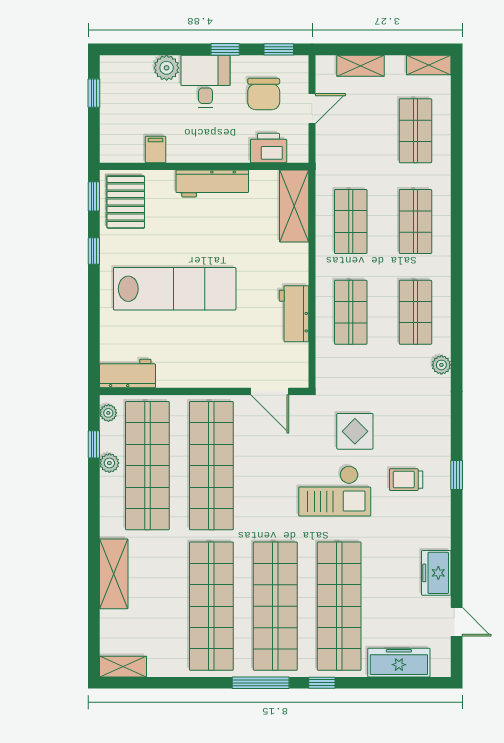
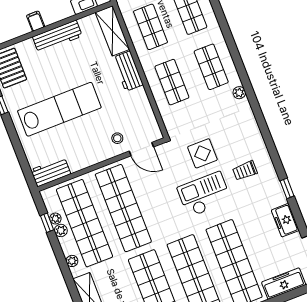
filing cabinet: (156, 149) -> (36, 21), moved
workbench: (294, 314) -> (128, 71), moved
stool: (242, 362) -> (117, 138), added
plant: (108, 413) -> (55, 219), moved
window: (457, 475) -> (287, 188), moved
checkout: (335, 491) -> (204, 194), turned 180
plant: (109, 513) -> (72, 261), added

